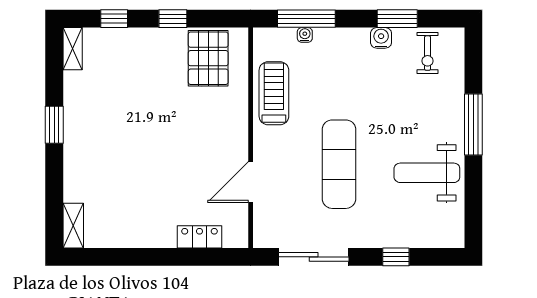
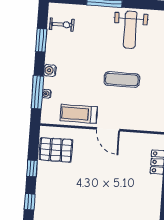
water cooler: (381, 38) -> (50, 70), moved
exercise mat: (339, 164) -> (122, 80), width x0.73, depth x0.69
door: (251, 182) -> (108, 129), moved

